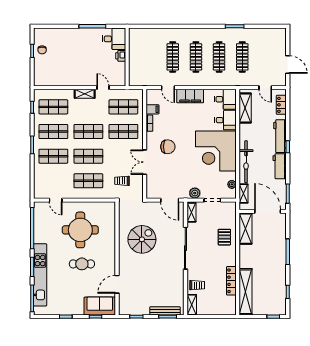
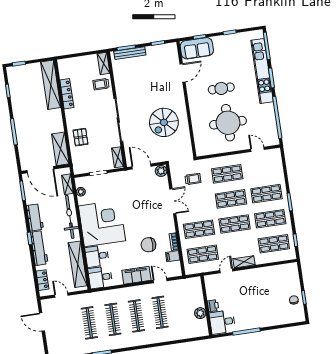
plant: (134, 51) -> (200, 313), added
door: (103, 88) -> (226, 271), swing flipped
shelving: (245, 108) -> (78, 264), width x1.47
chair: (168, 147) -> (148, 245), moved
plant: (195, 193) -> (161, 171), moved

